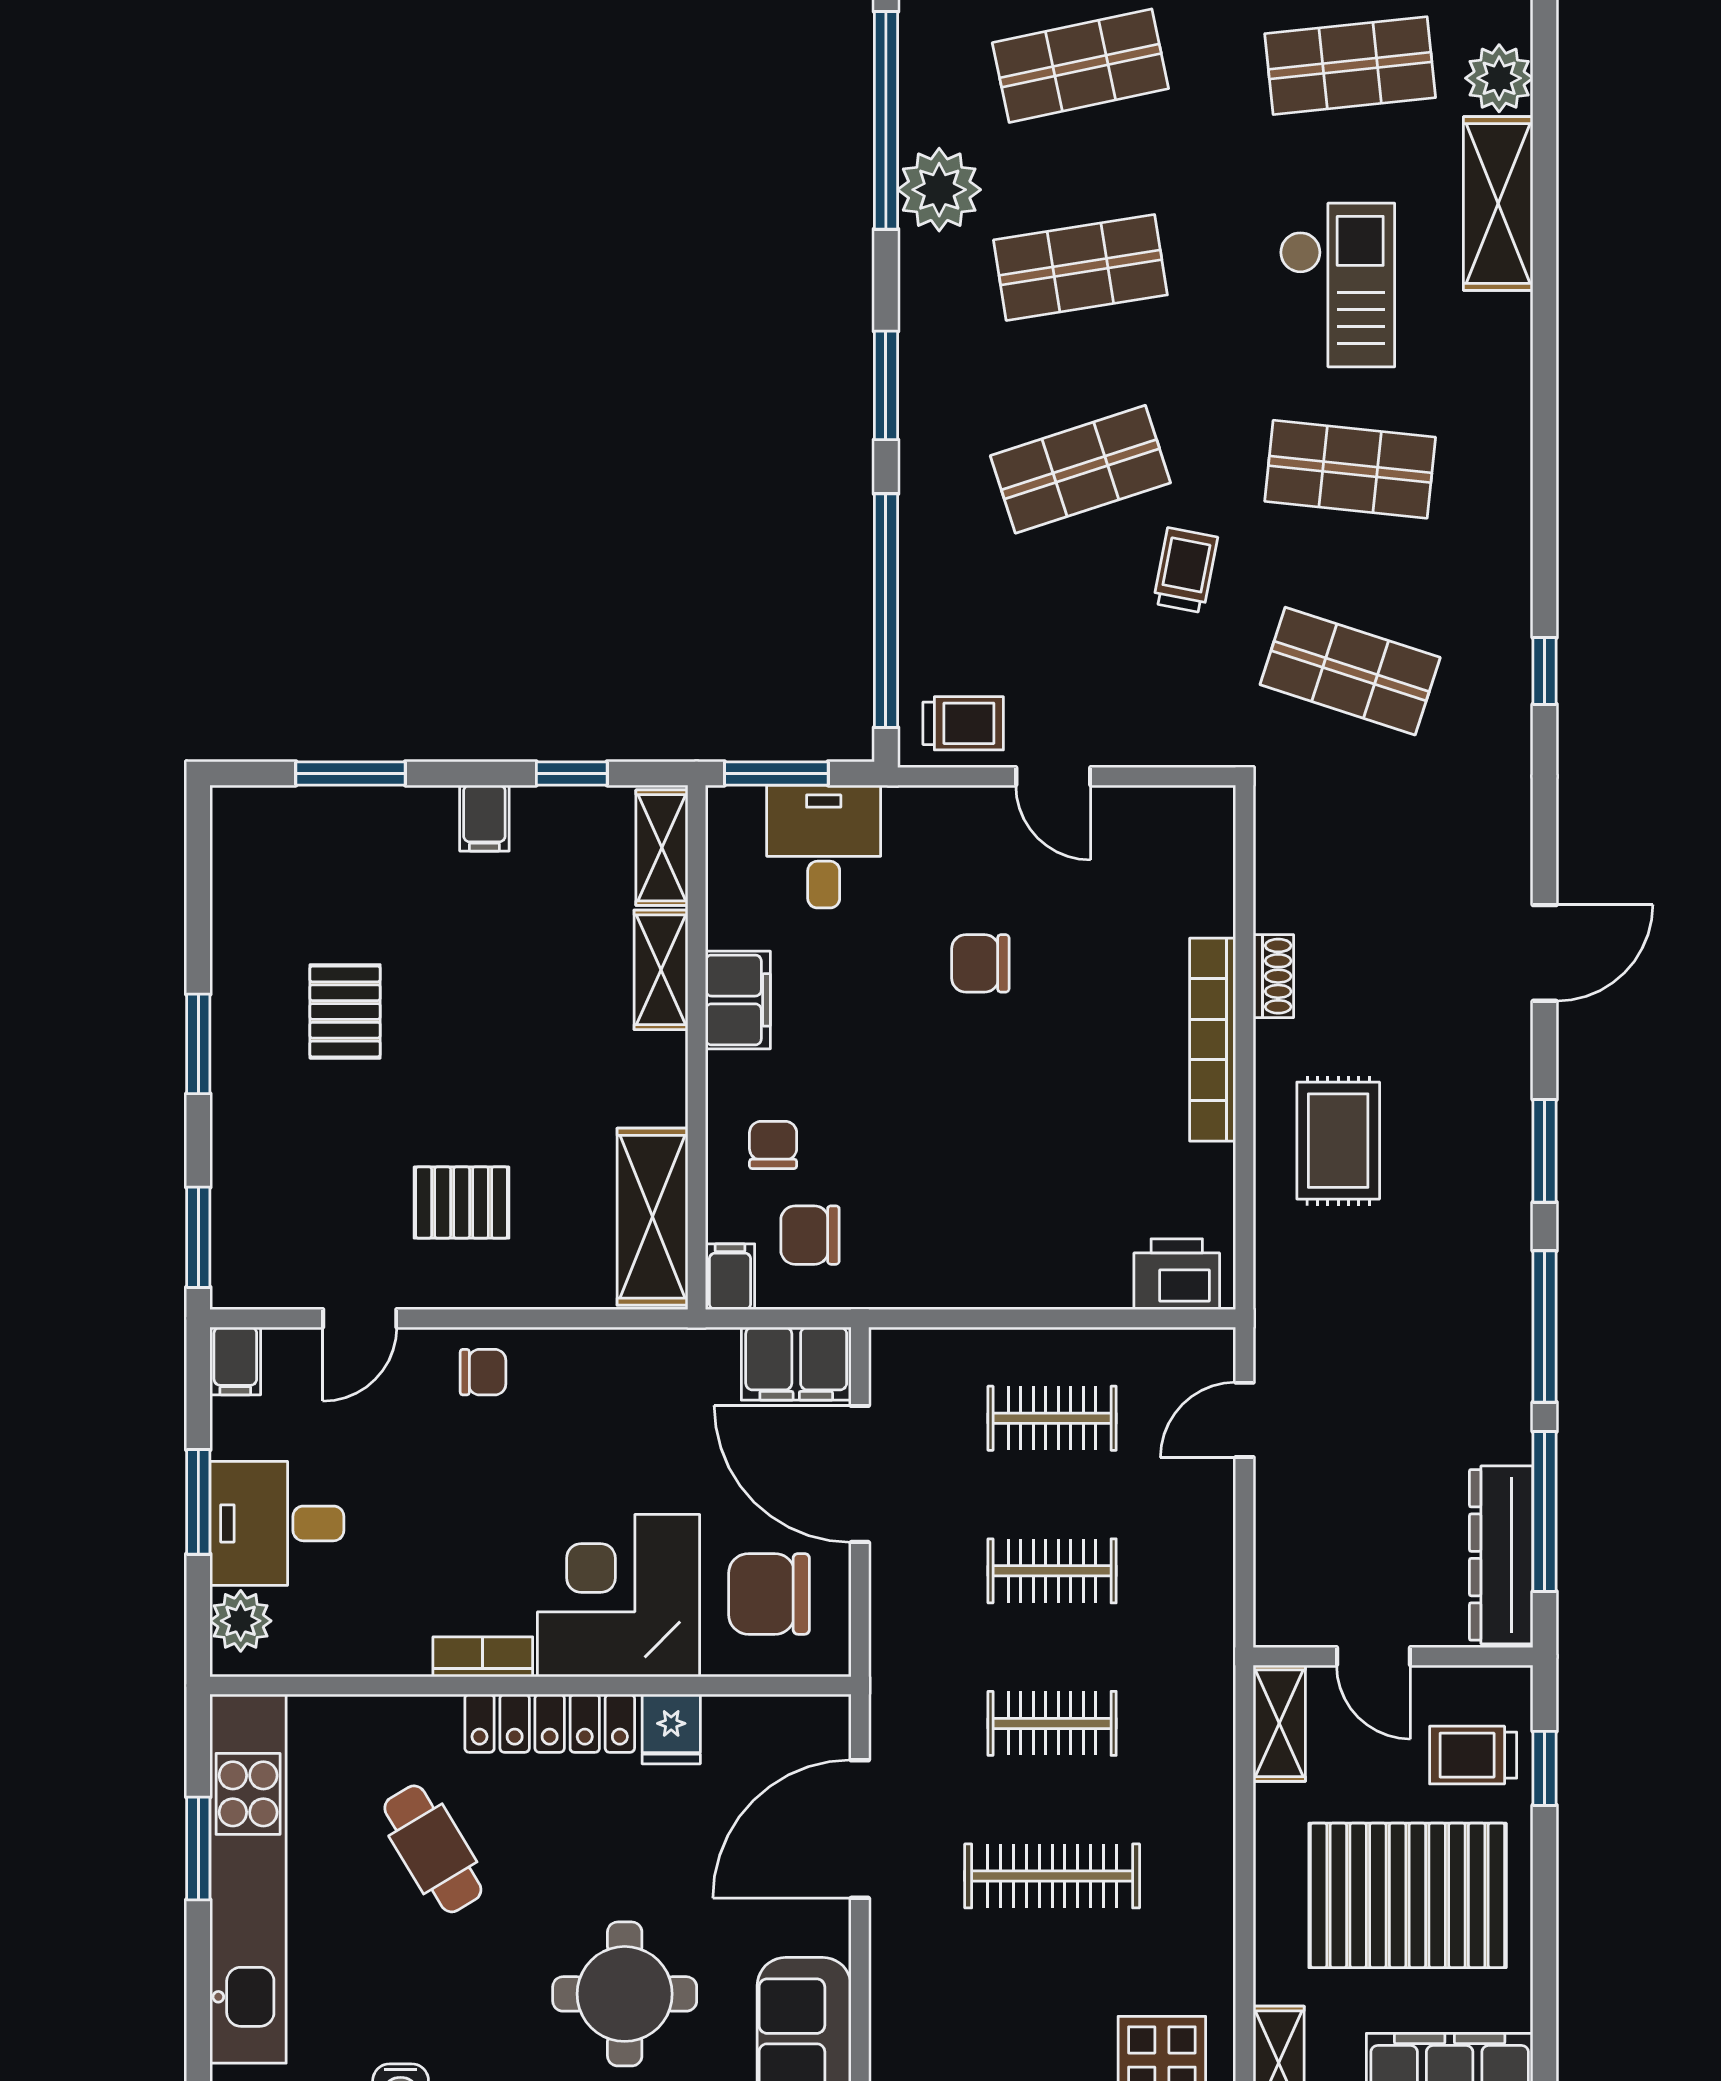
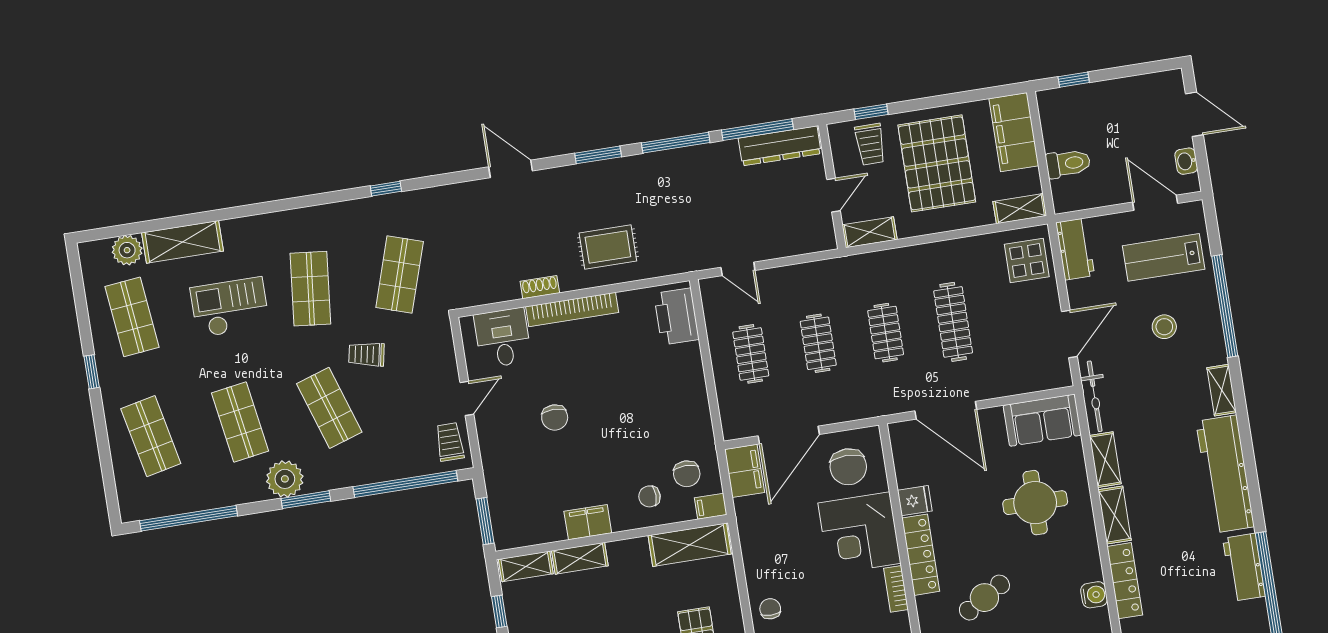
plant: (939, 190) -> (285, 479), moved
desk: (824, 846) -> (503, 338), moved, turned 90
printer: (1177, 1274) -> (676, 316), width x1.37, depth x1.19

